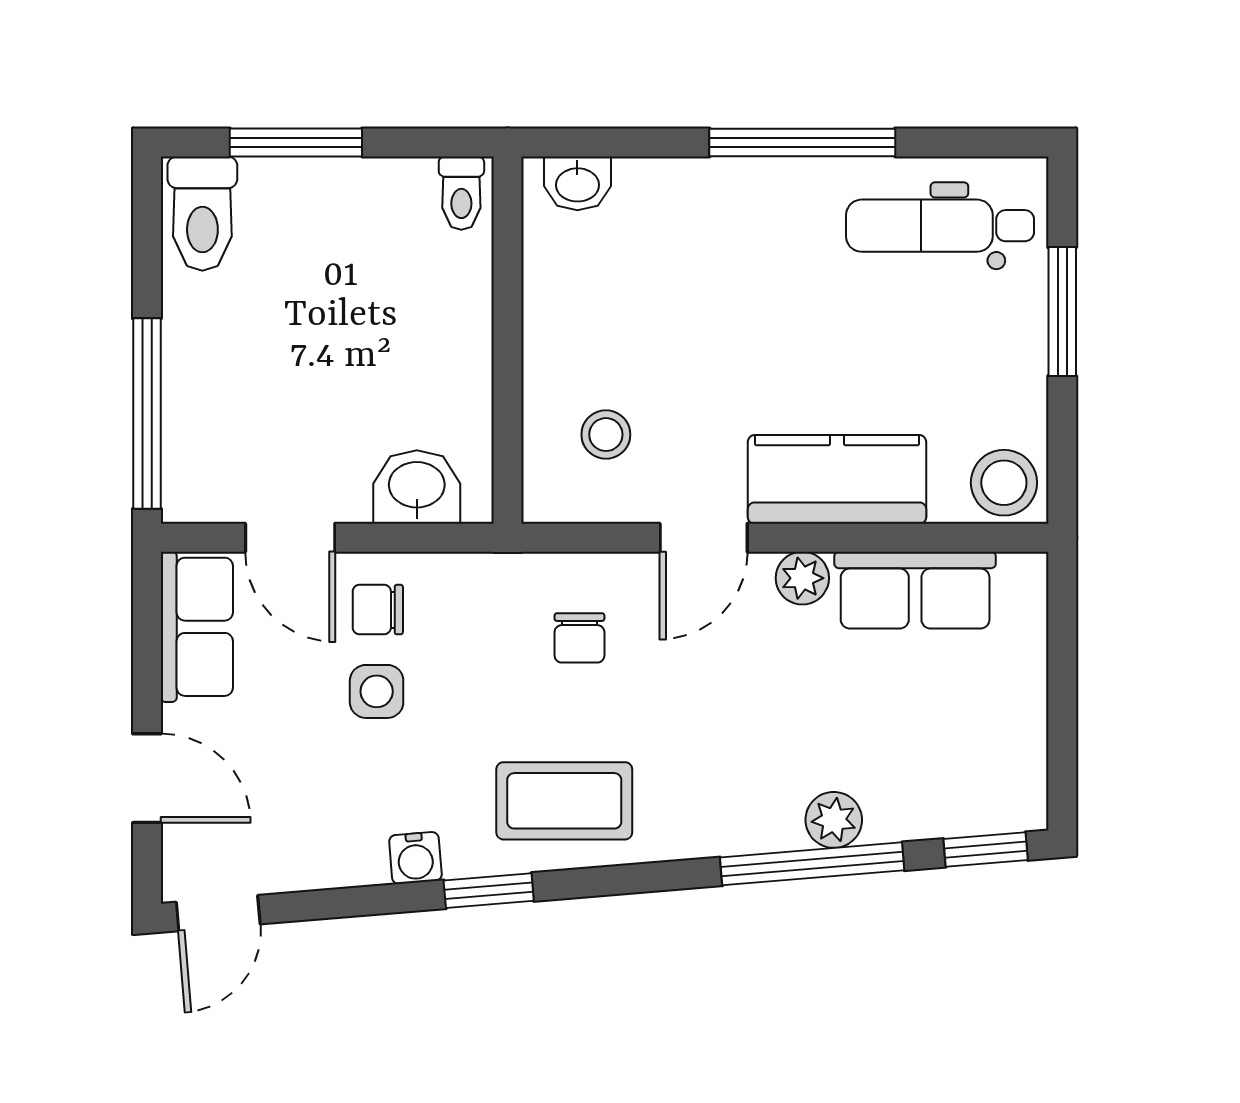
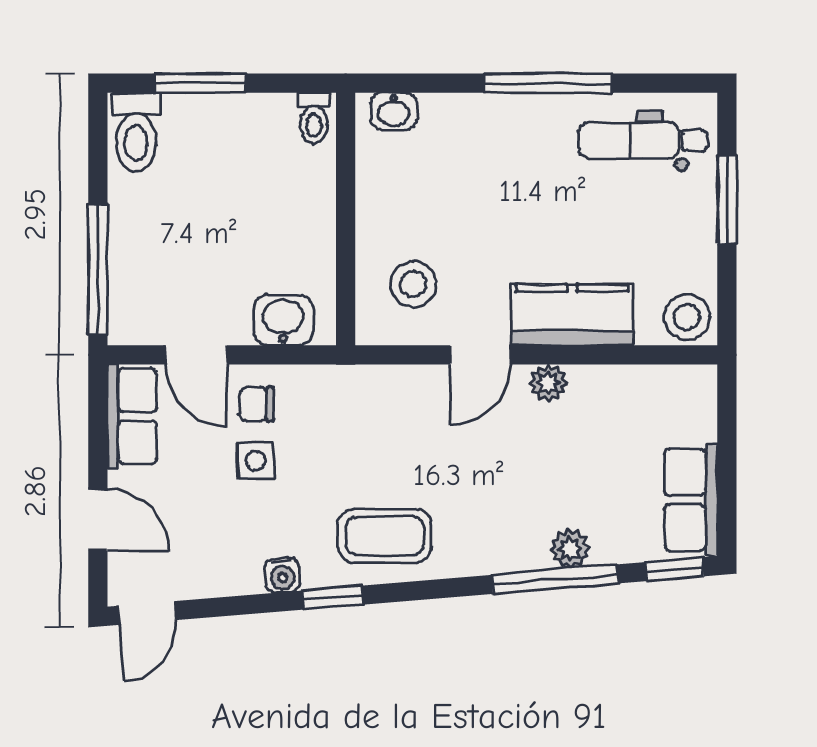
stool: (606, 435) -> (413, 284), width x1.37, depth x1.37
row of seats: (915, 590) -> (691, 500), moved, turned 90
chair: (579, 638) -> (395, 424), removed

